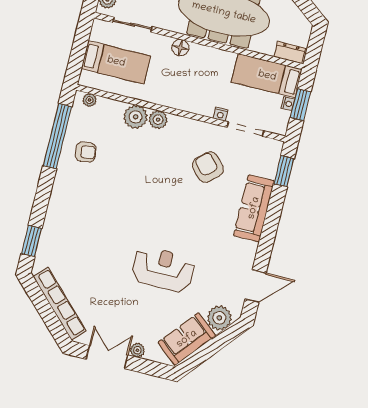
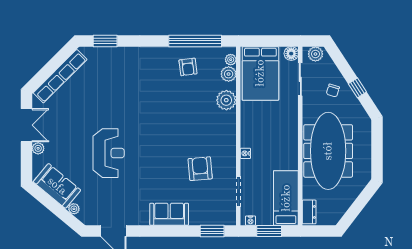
floor lamp: (180, 48) -> (291, 54), moved
bed: (116, 62) -> (260, 73), width x1.50
nightstand: (288, 104) -> (250, 221), moved
nightstand: (220, 114) -> (245, 153), moved
plant: (158, 120) -> (229, 74), moved
armchair: (208, 167) -> (200, 169), turned -53
sofa: (254, 208) -> (169, 214), width x0.73
plant: (219, 318) -> (74, 209), width x0.53, depth x0.53

